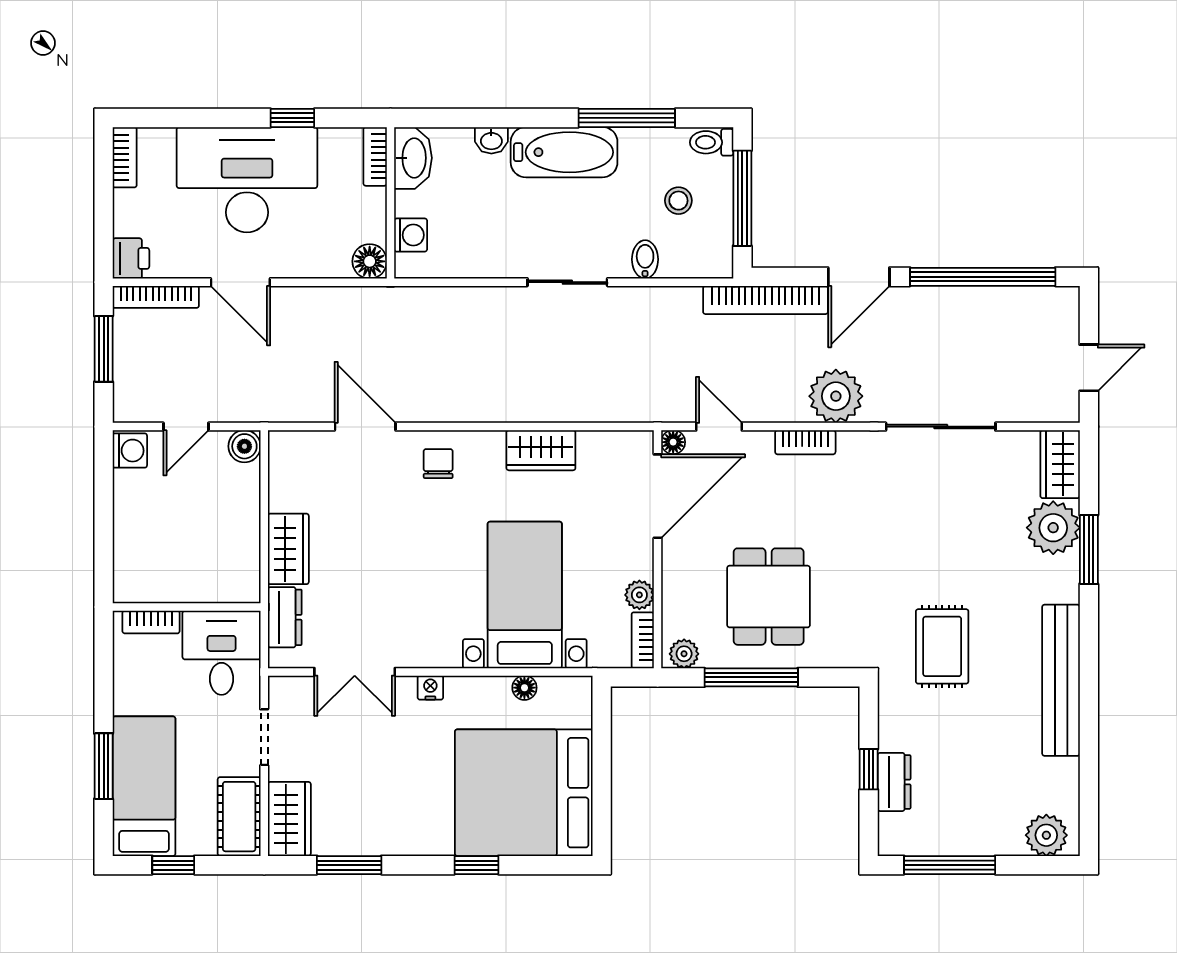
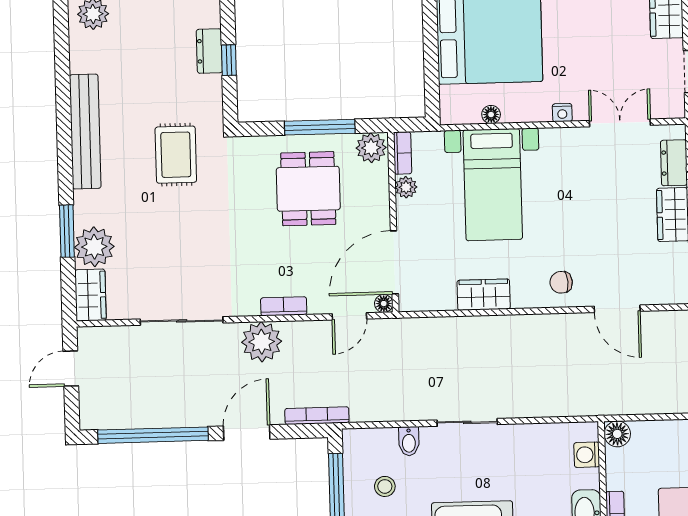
bookcase: (765, 300) -> (317, 416), width x0.68, depth x0.76
door: (719, 427) -> (349, 316), hinge flipped
chair: (438, 464) -> (561, 282), turned 86
plant: (684, 654) -> (371, 148), width x1.38, depth x1.38

